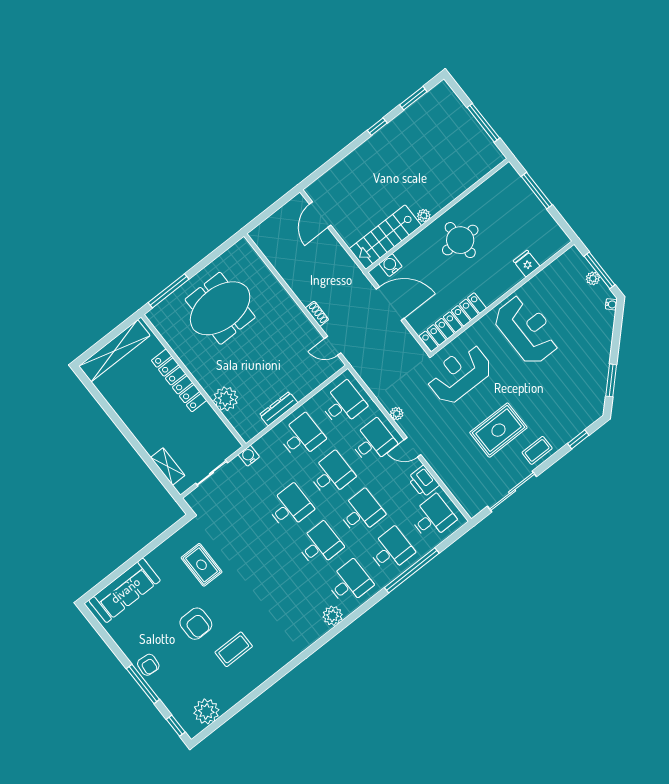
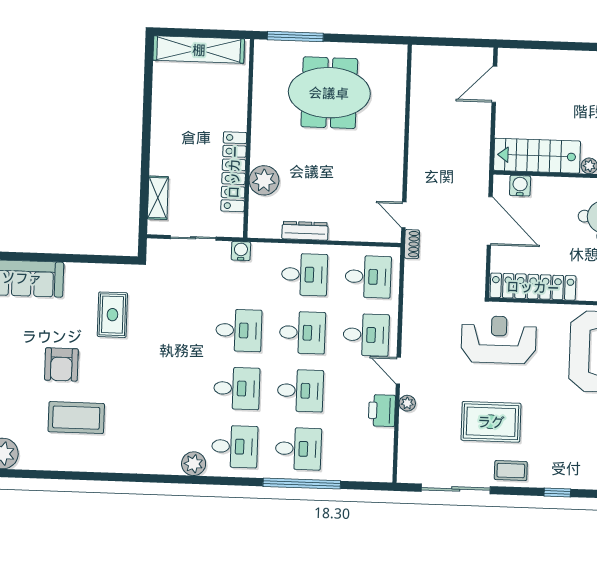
shoe rack: (317, 314) -> (412, 244), moved
locker: (179, 380) -> (234, 172), moved
plant: (397, 414) -> (407, 403), moved
desk: (432, 518) -> (362, 451), removed
coffee table: (234, 649) -> (76, 418), width x1.36, depth x1.32

